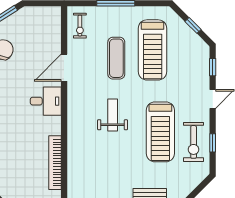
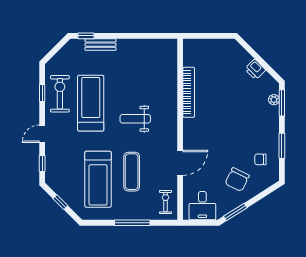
treadmill: (153, 50) -> (98, 179), turned 180
desk: (46, 101) -> (202, 206), moved, turned -90
weight bench: (113, 115) -> (135, 119), turned 90
bookcase: (55, 163) -> (189, 92), moved

